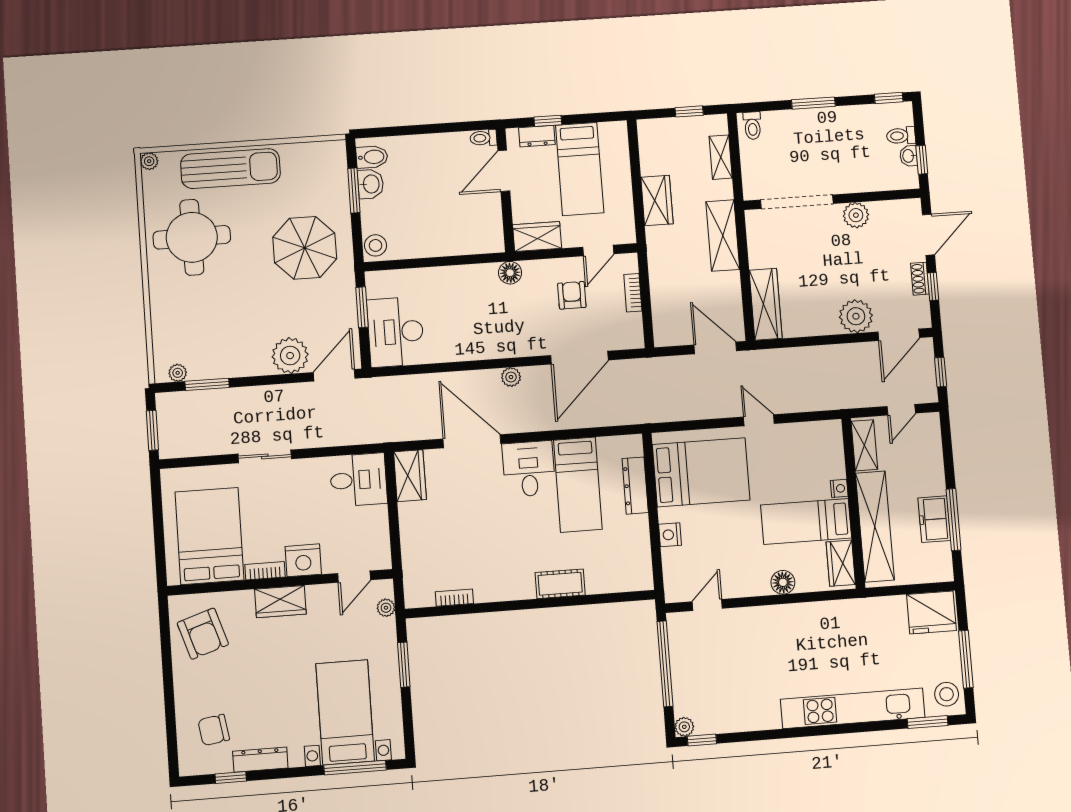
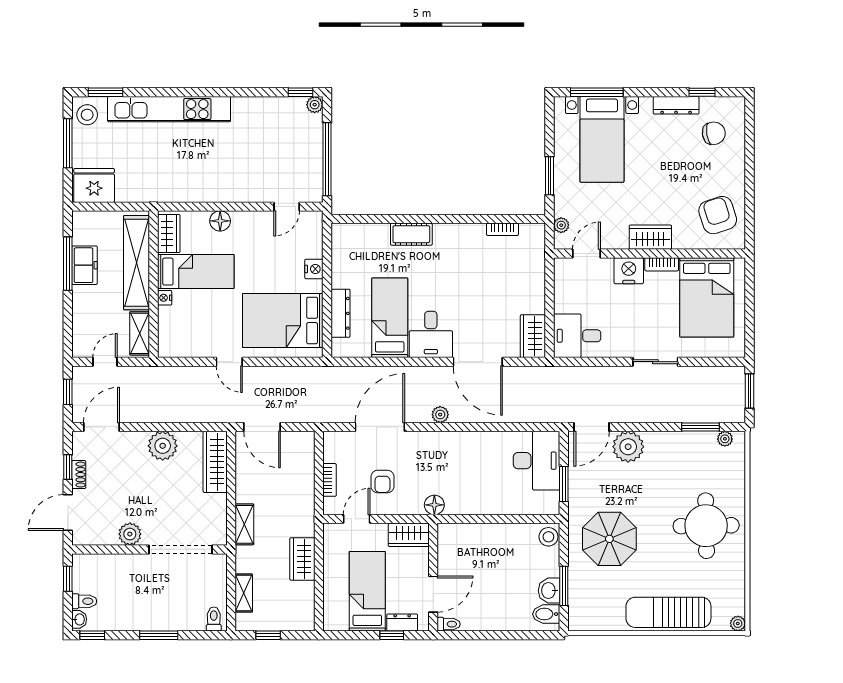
washbasin: (909, 156) -> (79, 619), moved
shelving: (723, 236) -> (244, 524), width x0.67, depth x0.75
round table: (192, 237) -> (706, 526), moved
plant: (856, 316) -> (163, 446), moved

